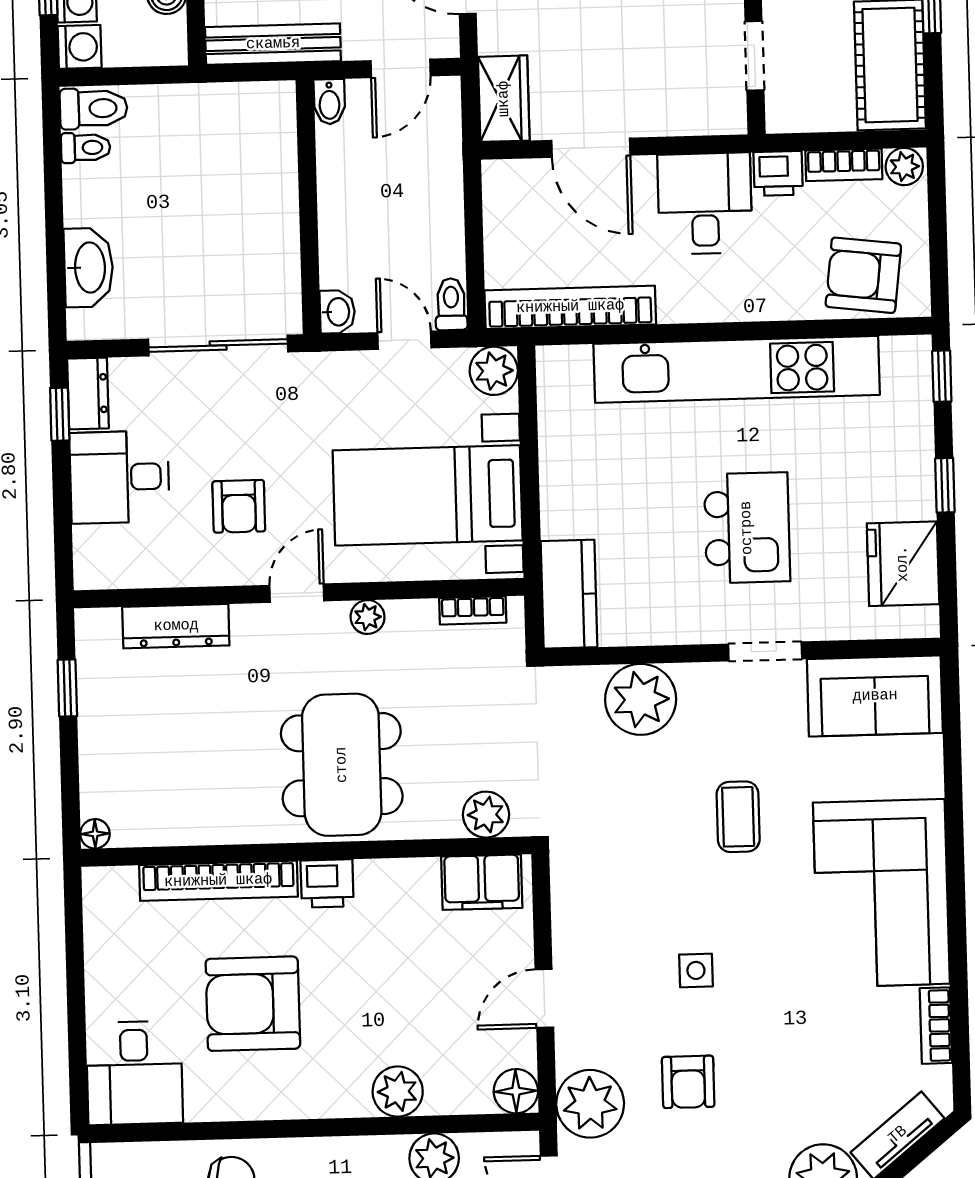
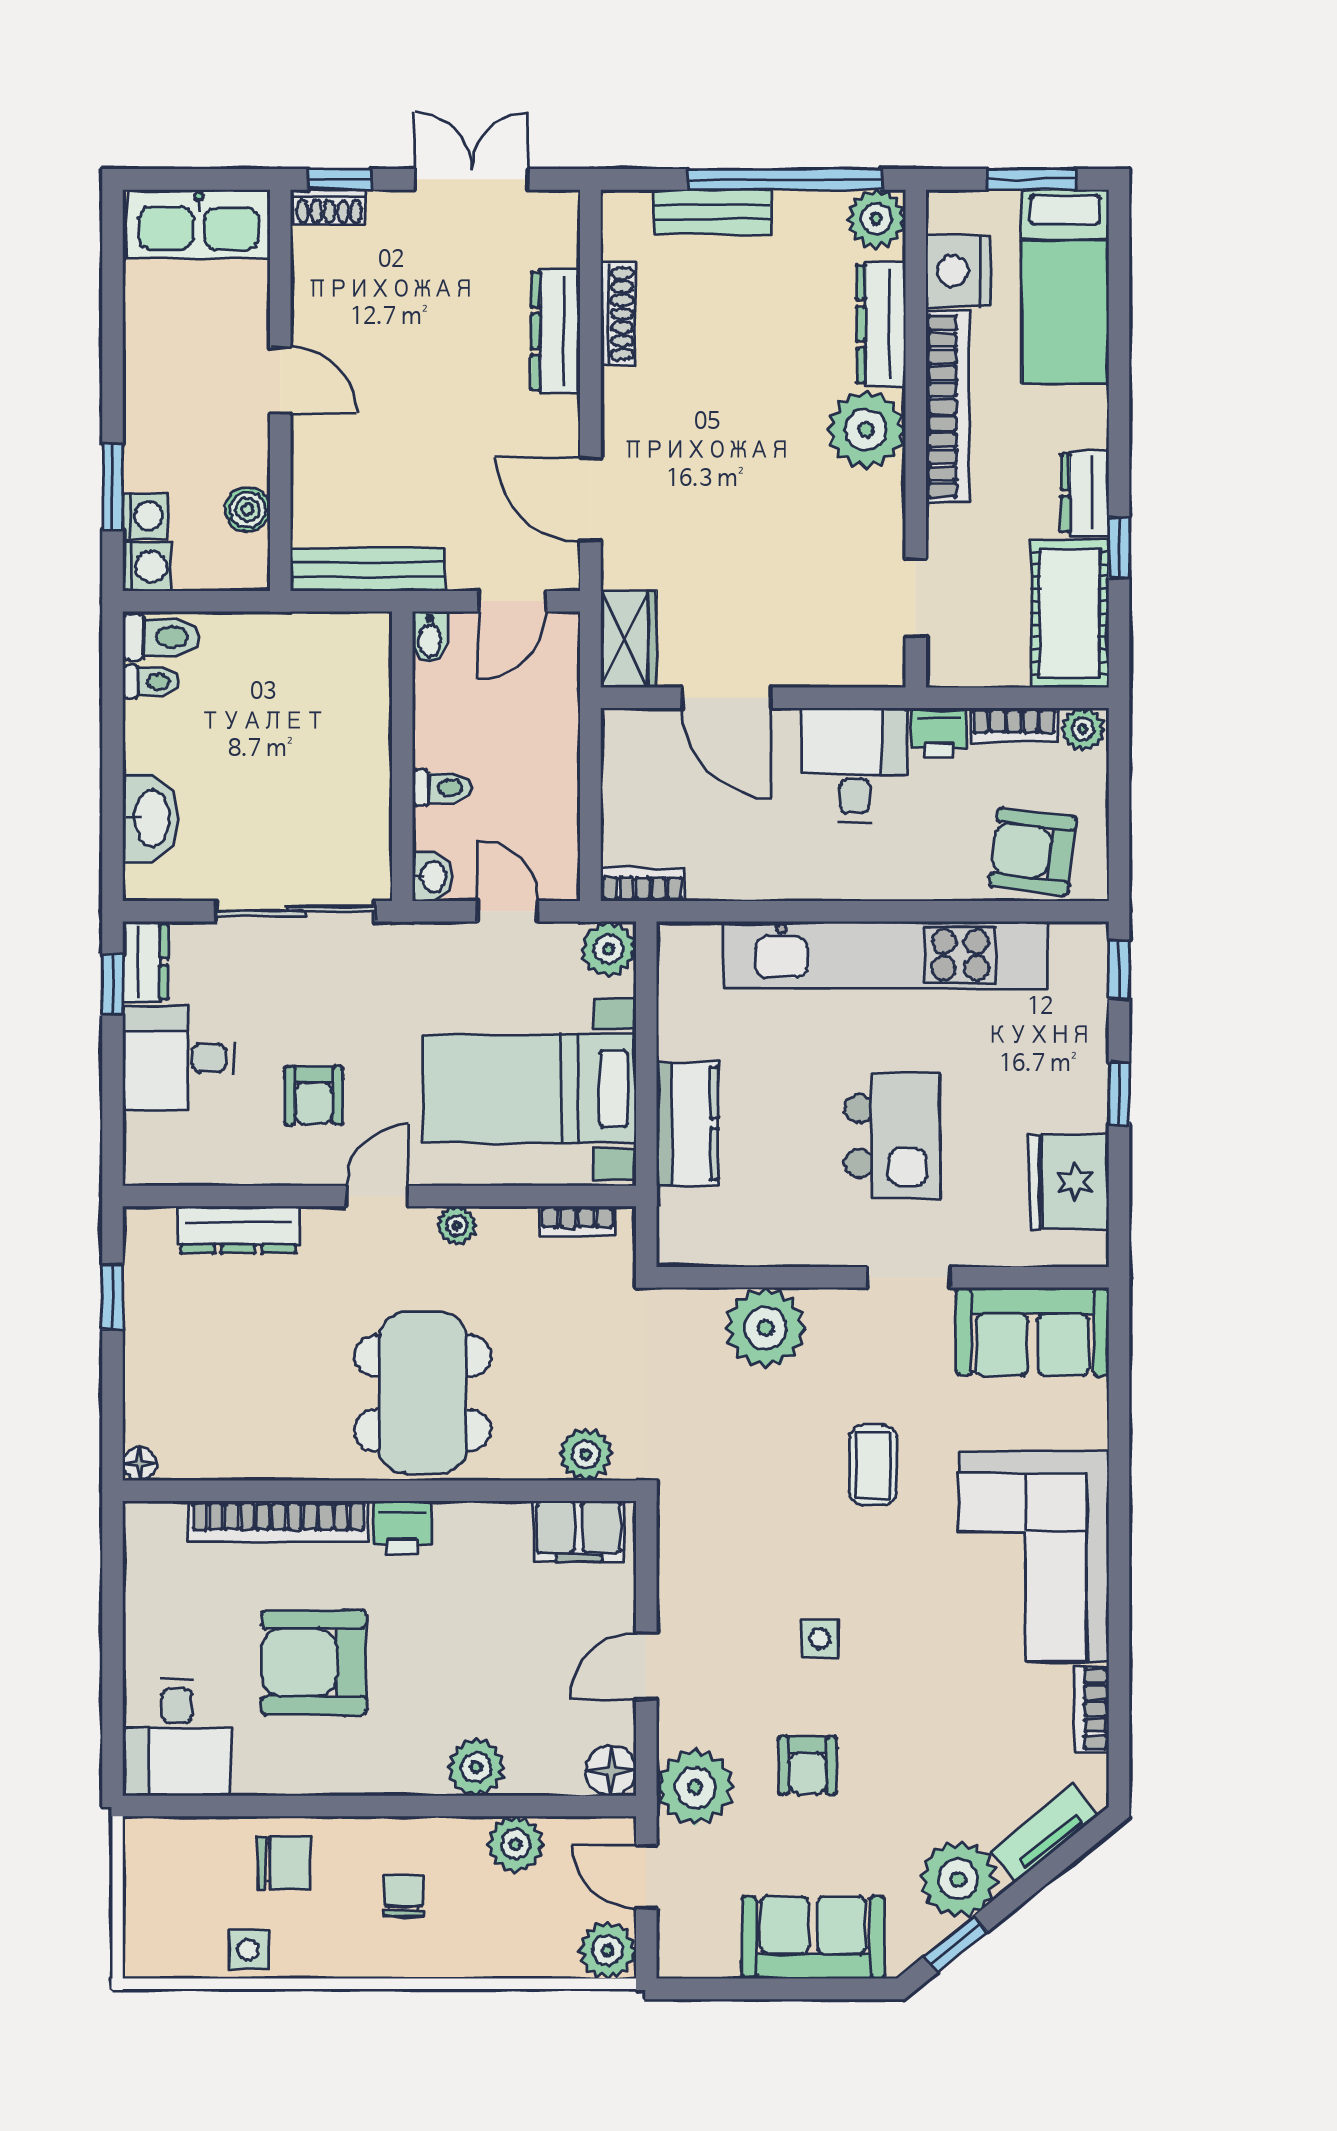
toilet: (451, 304) -> (442, 788), moved, turned 90
bookcase: (570, 307) -> (643, 884), width x0.43, depth x0.76
kitchen counter: (569, 594) -> (687, 1123), moved

